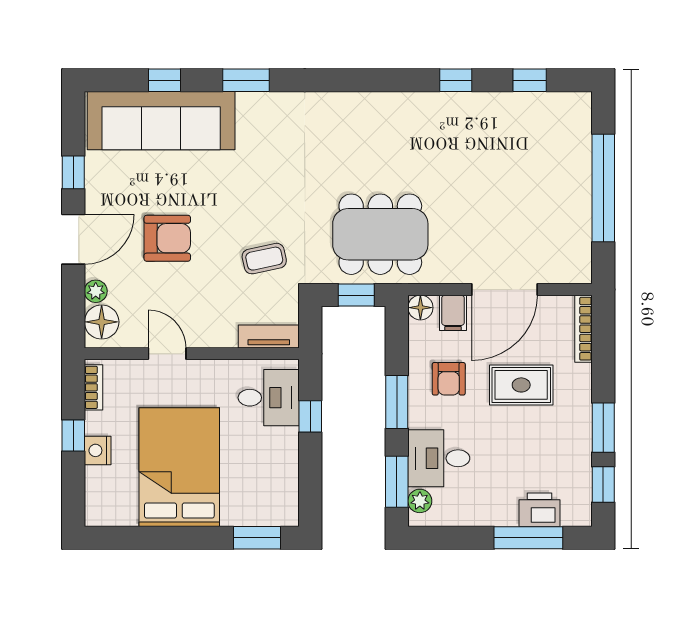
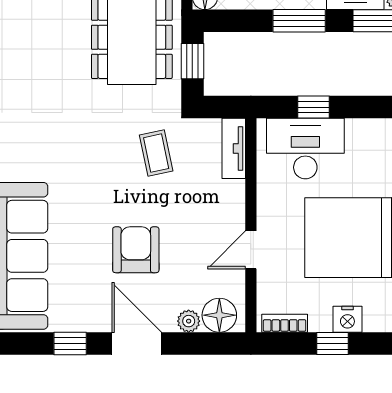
desk: (269, 398) -> (305, 149), width x1.37

